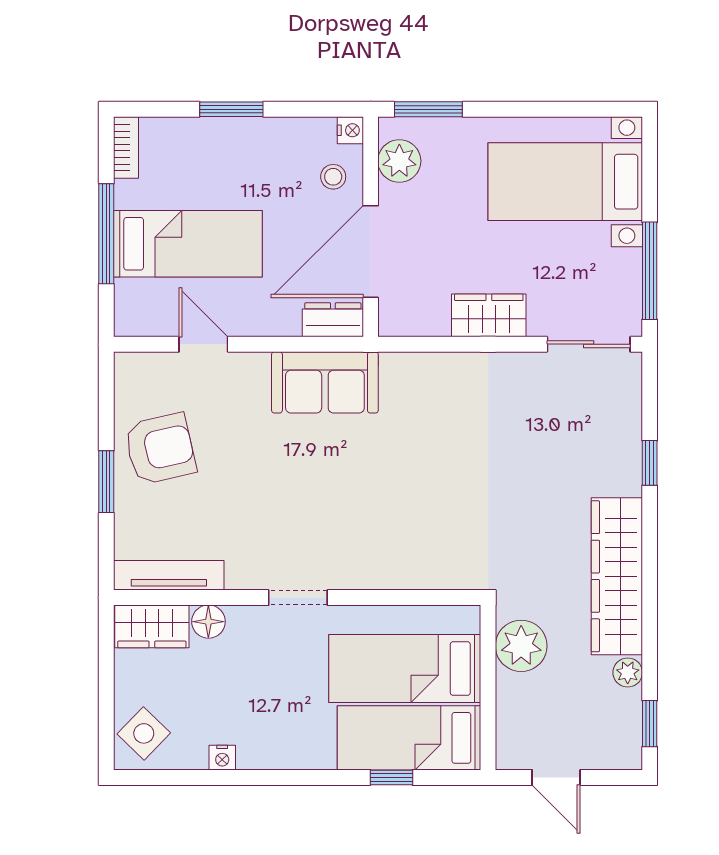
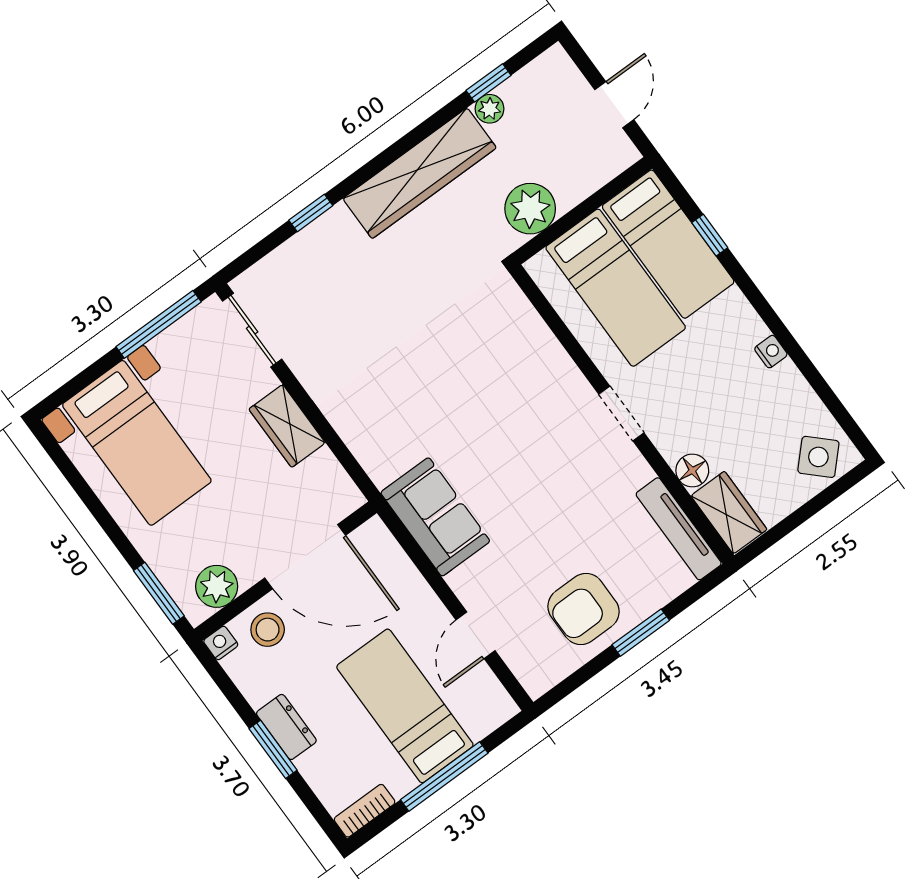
stool: (333, 177) -> (268, 630), width x1.37, depth x1.37
dresser: (333, 320) -> (286, 727), moved, turned 180
armchair: (160, 449) -> (583, 609), turned -77
window: (650, 724) -> (489, 83), moved
nightstand: (222, 758) -> (771, 352), moved

